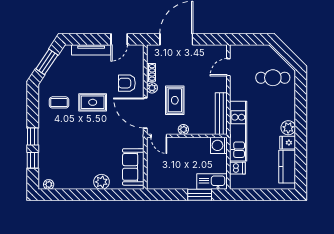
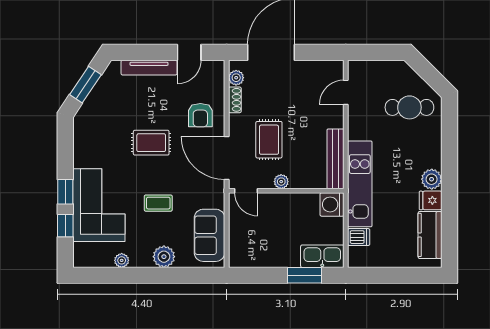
armchair: (127, 83) -> (200, 115), turned -90
plant: (152, 88) -> (236, 78), moved
coffee table: (59, 102) -> (158, 203), moved
corner sofa: (56, 146) -> (99, 205), added
plant: (49, 184) -> (122, 260), moved

